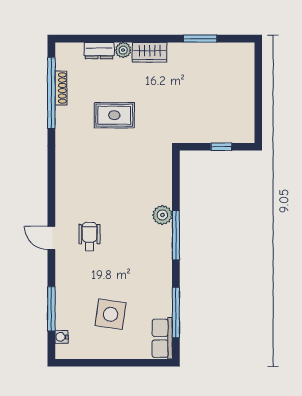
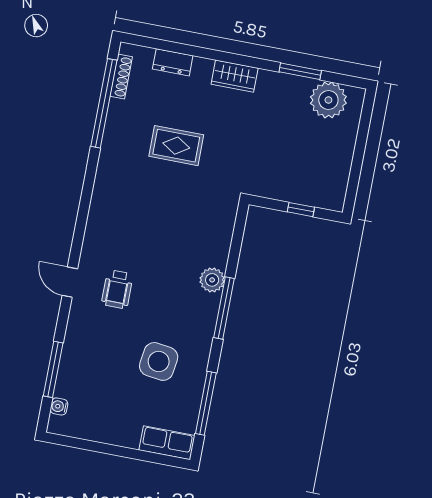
plant: (123, 50) -> (328, 100), moved, width x1.87, depth x1.87
shoe rack: (61, 88) -> (121, 77), moved
wheelchair: (90, 237) -> (117, 289), turned 180
side table: (111, 314) -> (159, 361), moved
row of seats: (162, 338) -> (167, 443), moved, turned 90

